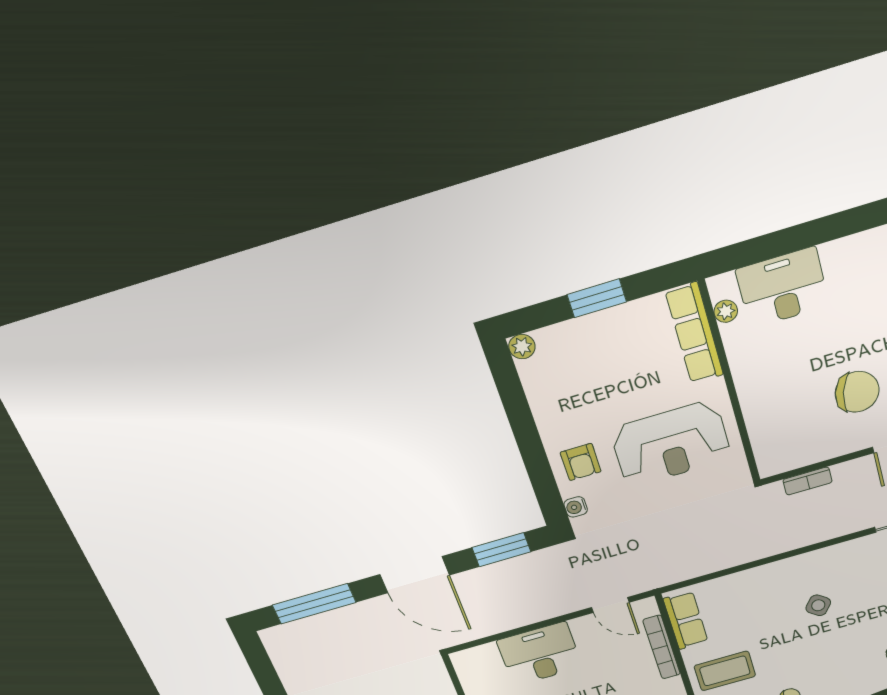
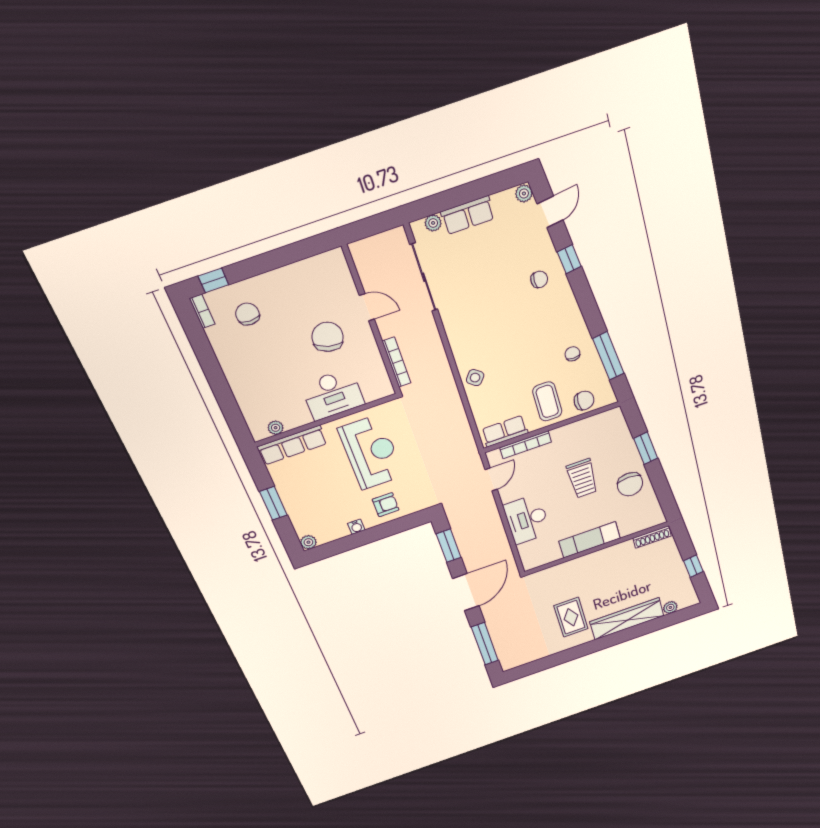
desk: (783, 288) -> (333, 394), moved, turned -90
bookcase: (808, 481) -> (397, 362), width x1.56
water cooler: (576, 507) -> (356, 527), moved
side table: (818, 605) -> (475, 378), moved

